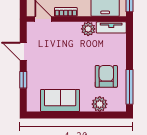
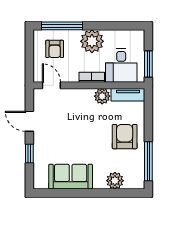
bookcase: (66, 12) -> (92, 77), moved
armchair: (106, 76) -> (125, 137), moved

